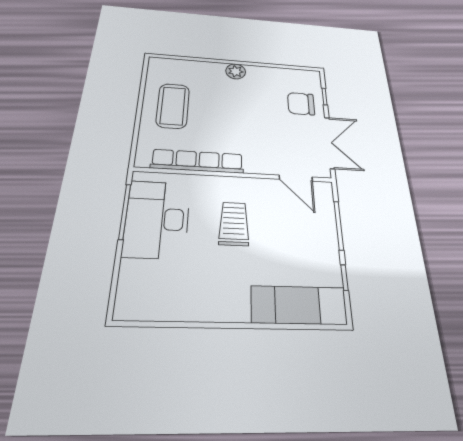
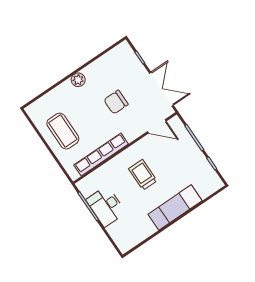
chair: (301, 104) -> (116, 102), moved
desk: (157, 219) -> (106, 206), width x0.73, depth x0.77
exam couch: (299, 305) -> (175, 208), moved

